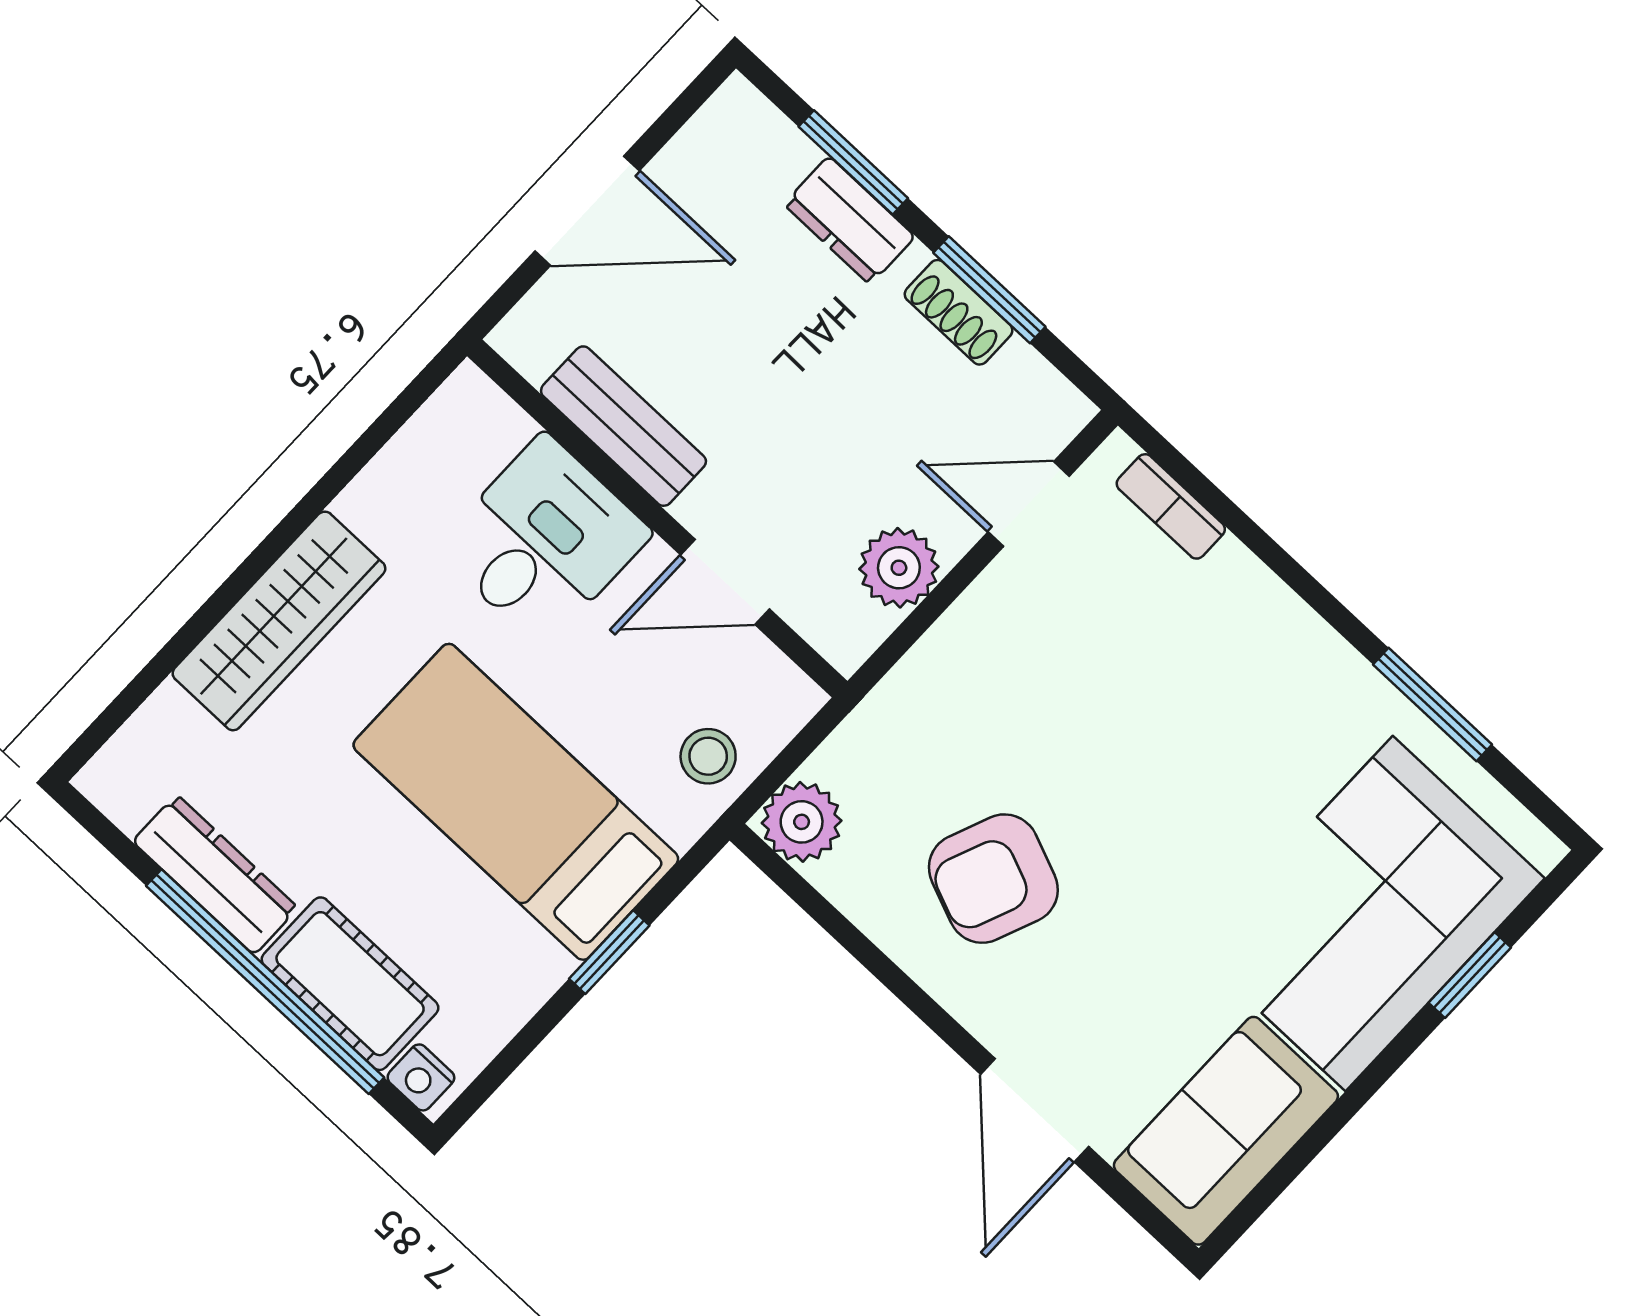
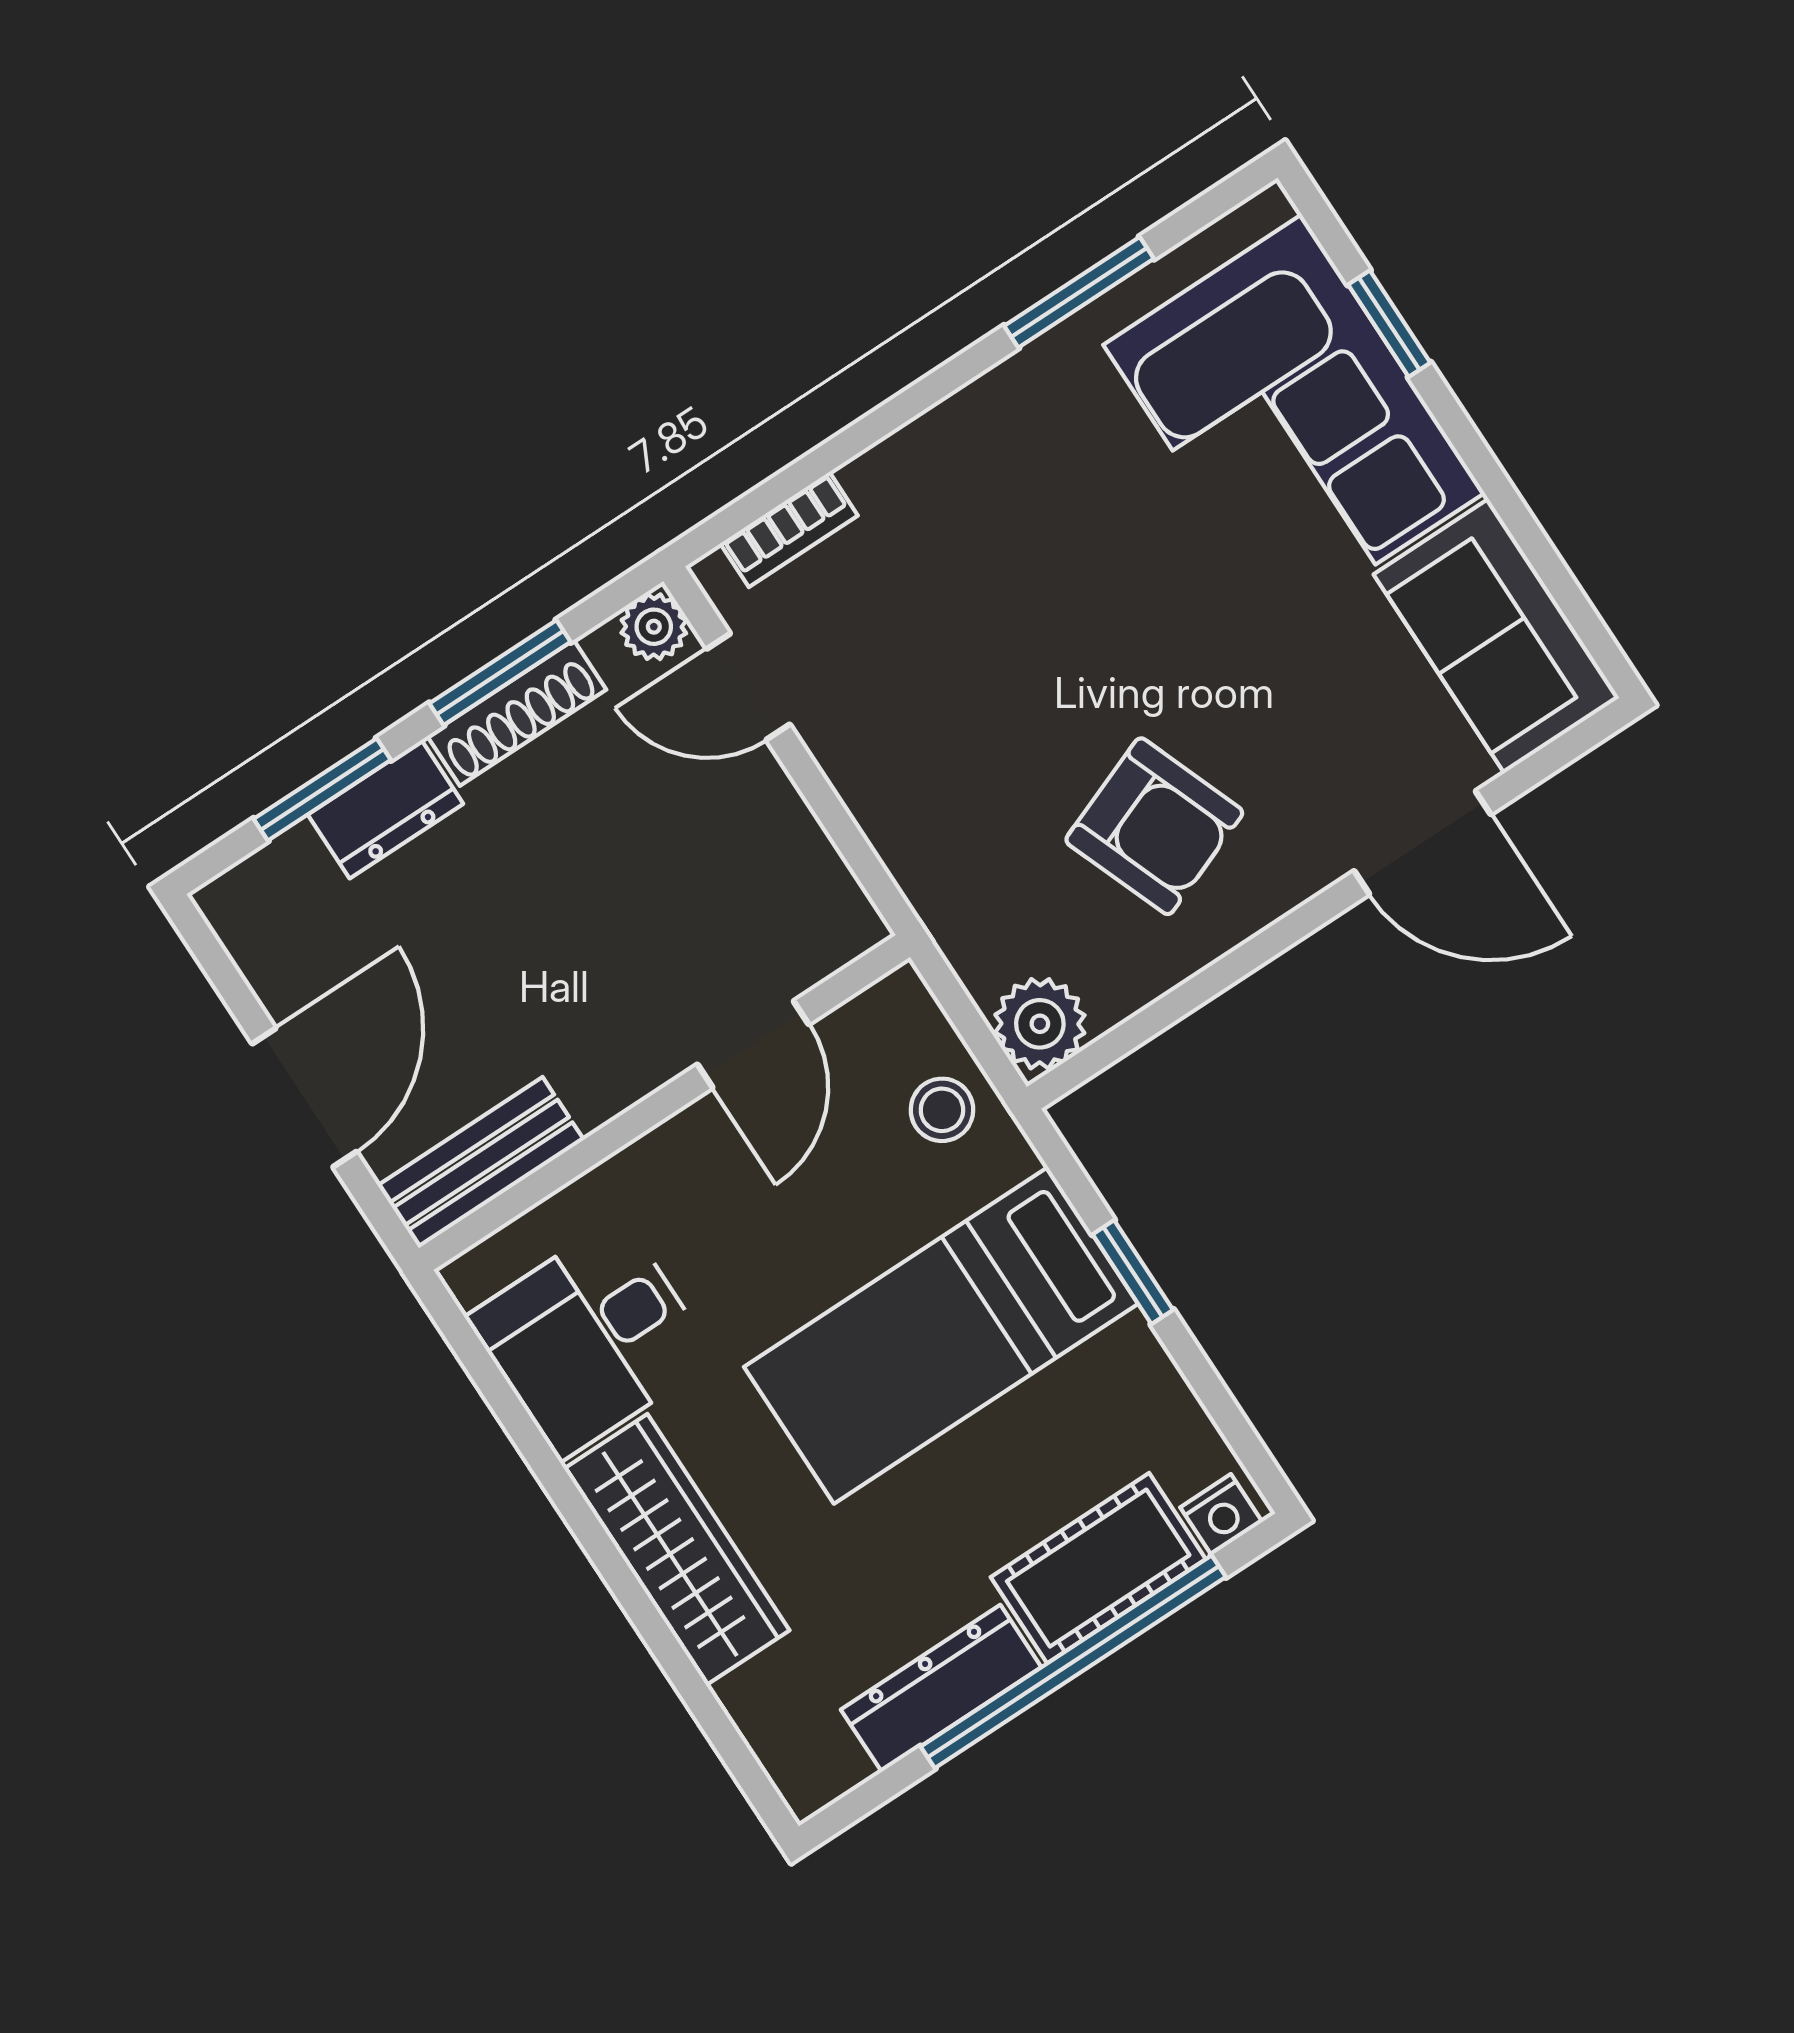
shoe rack: (959, 312) -> (517, 713), width x1.43
bench: (623, 426) -> (481, 1163), moved
door: (1029, 504) -> (748, 687), hinge flipped
desk: (543, 541) -> (591, 1338), moved, turned -90
plant: (899, 568) -> (654, 627), moved, width x0.73, depth x0.73
armchair: (993, 879) -> (1154, 826), turned -43

